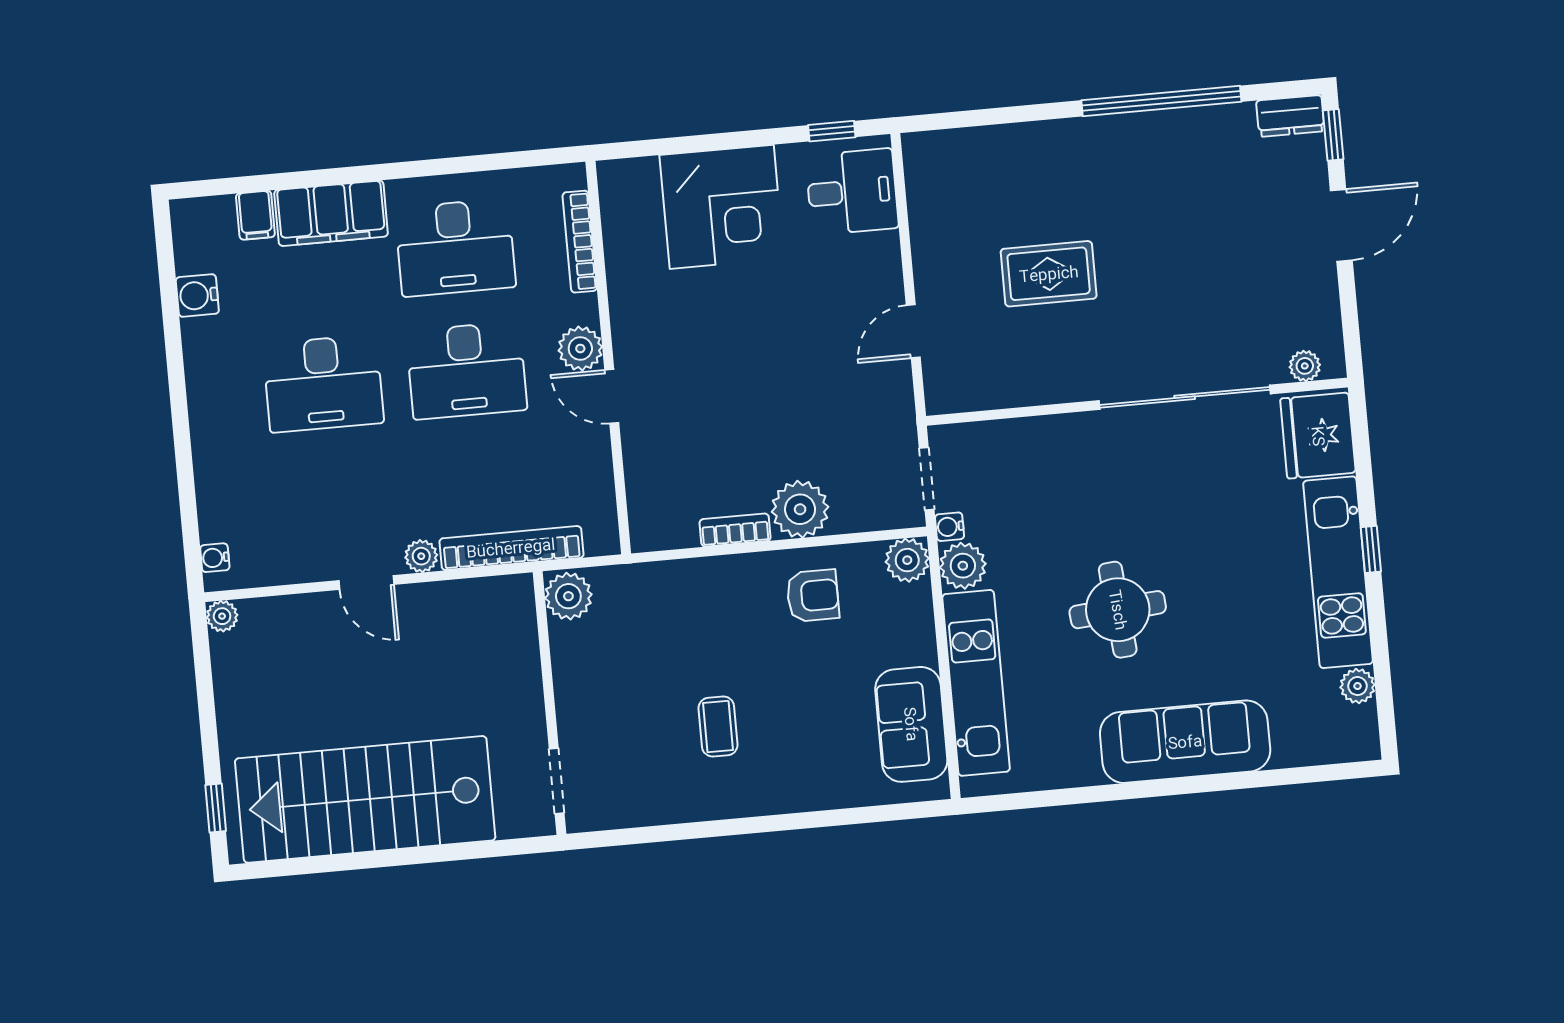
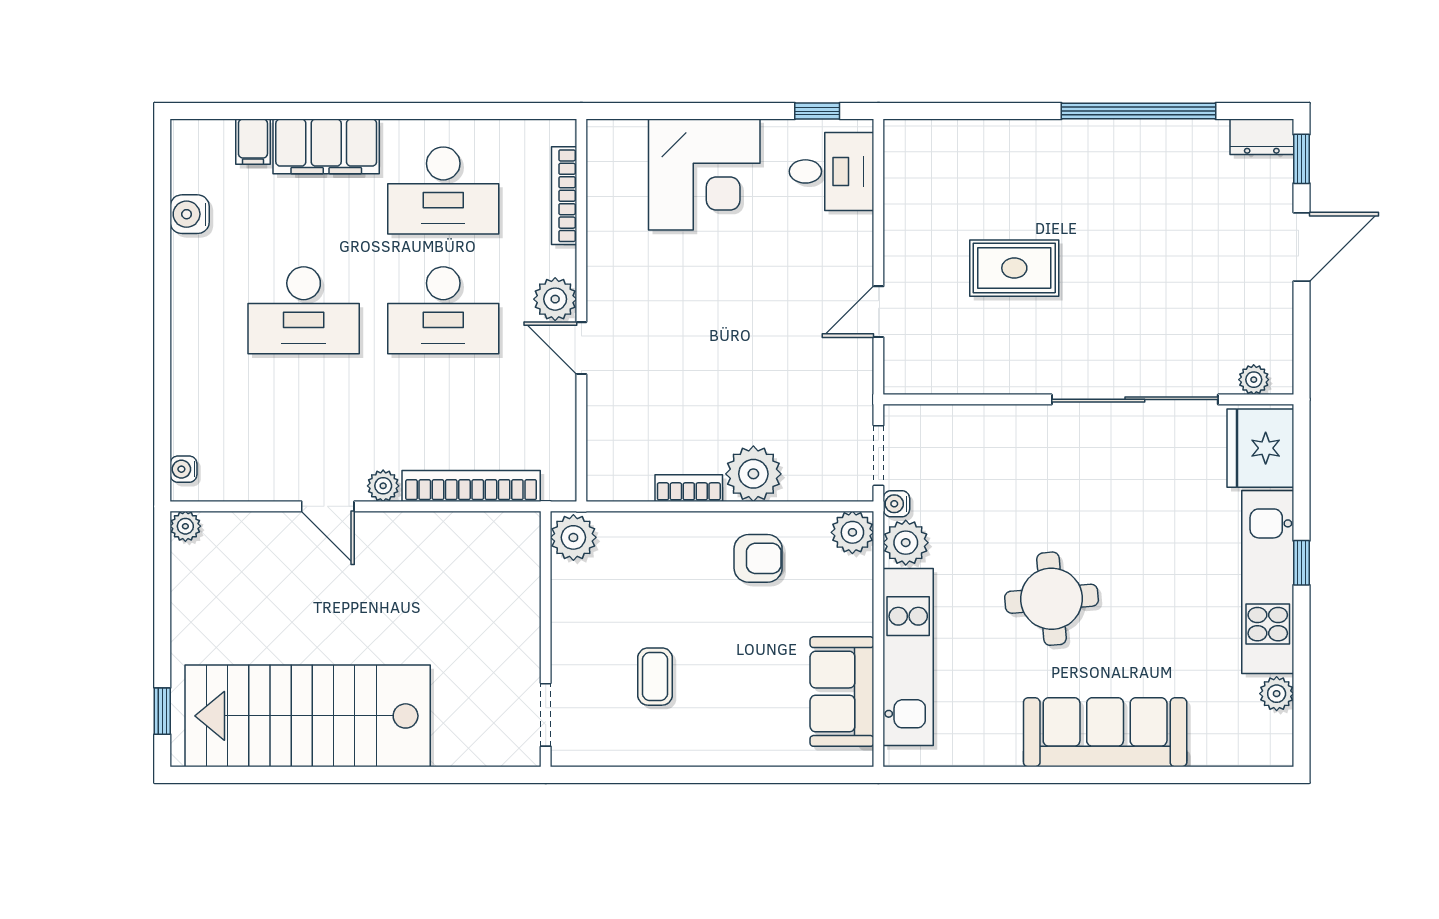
plant: (568, 596) -> (573, 537), moved
wall: (550, 703) -> (546, 639), moved
doorway: (557, 781) -> (546, 715), moved

